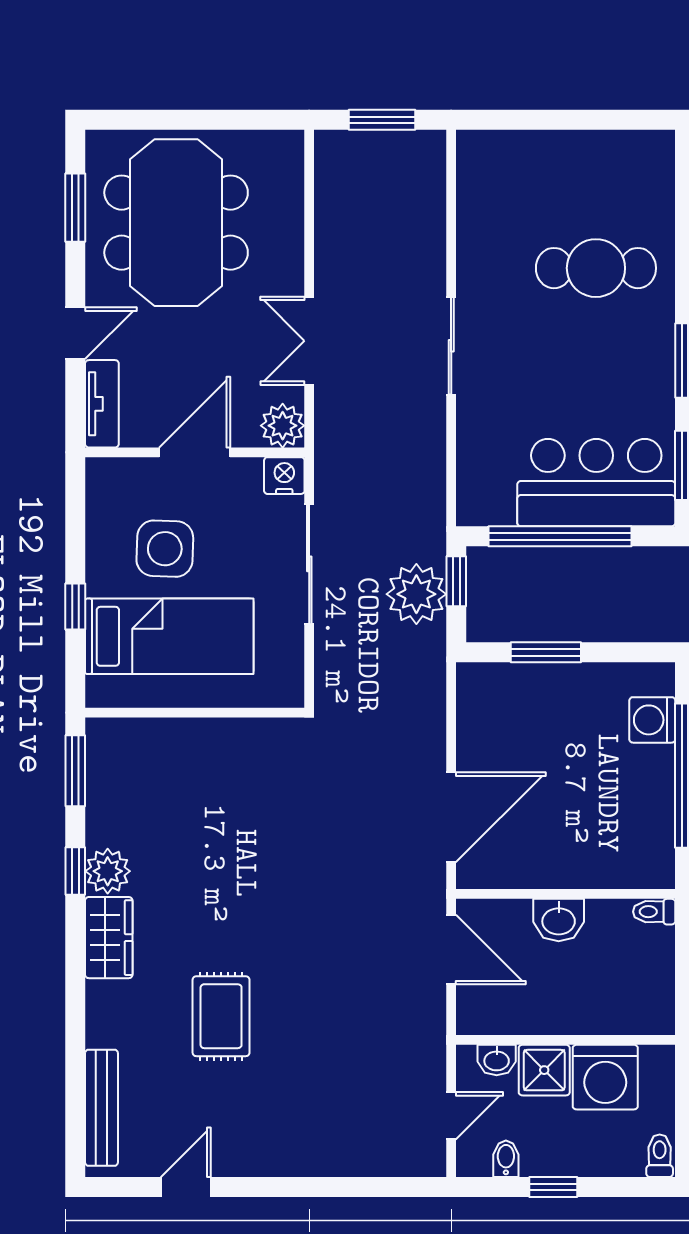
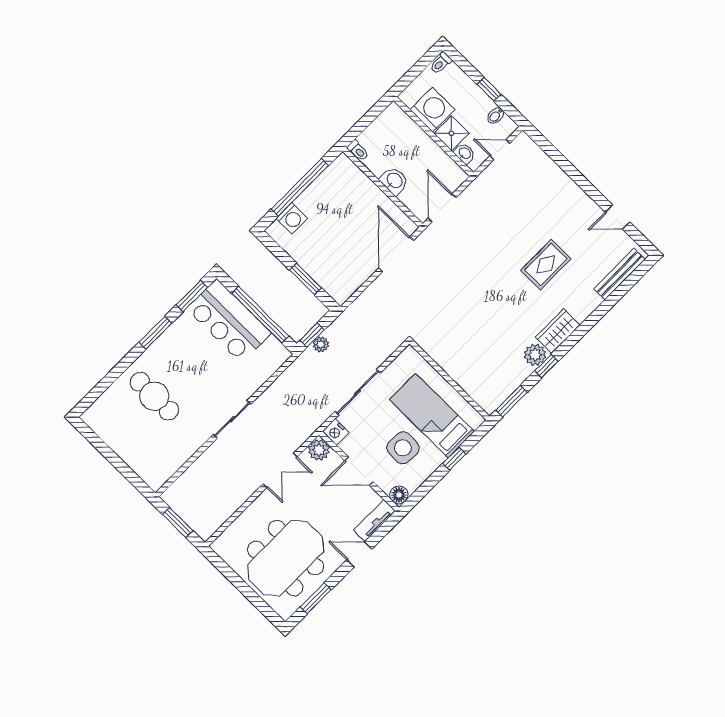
floor lamp: (103, 475) -> (399, 495), added
plant: (416, 594) -> (321, 344), width x0.53, depth x0.53
door: (451, 817) -> (396, 254), hinge flipped

